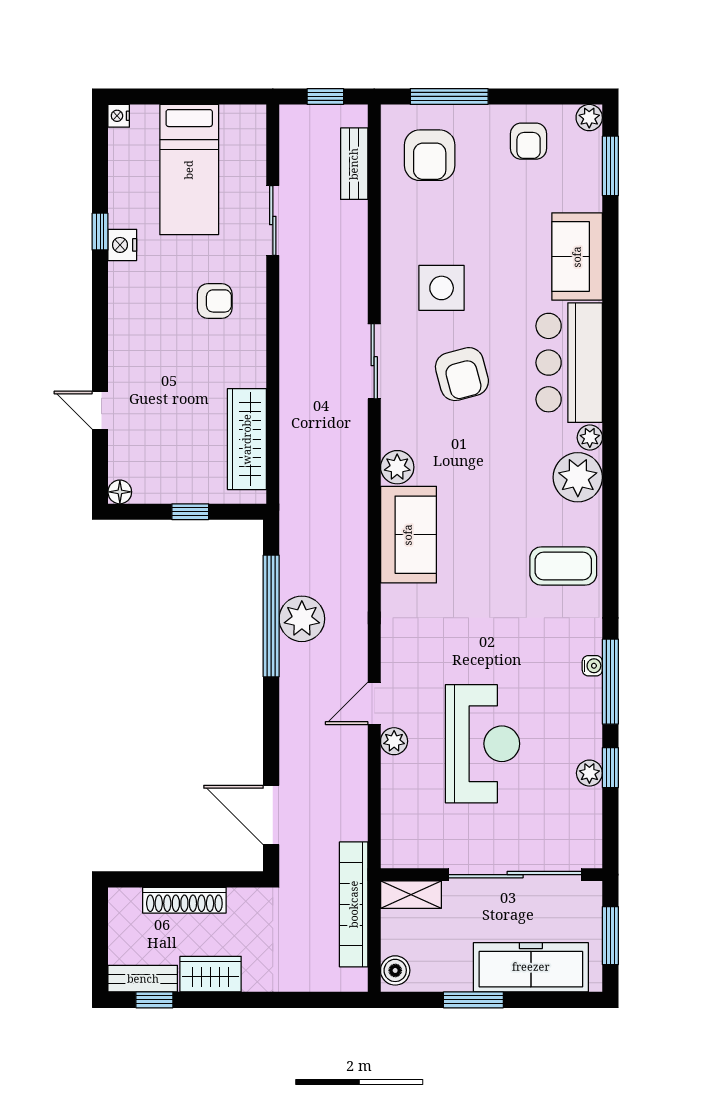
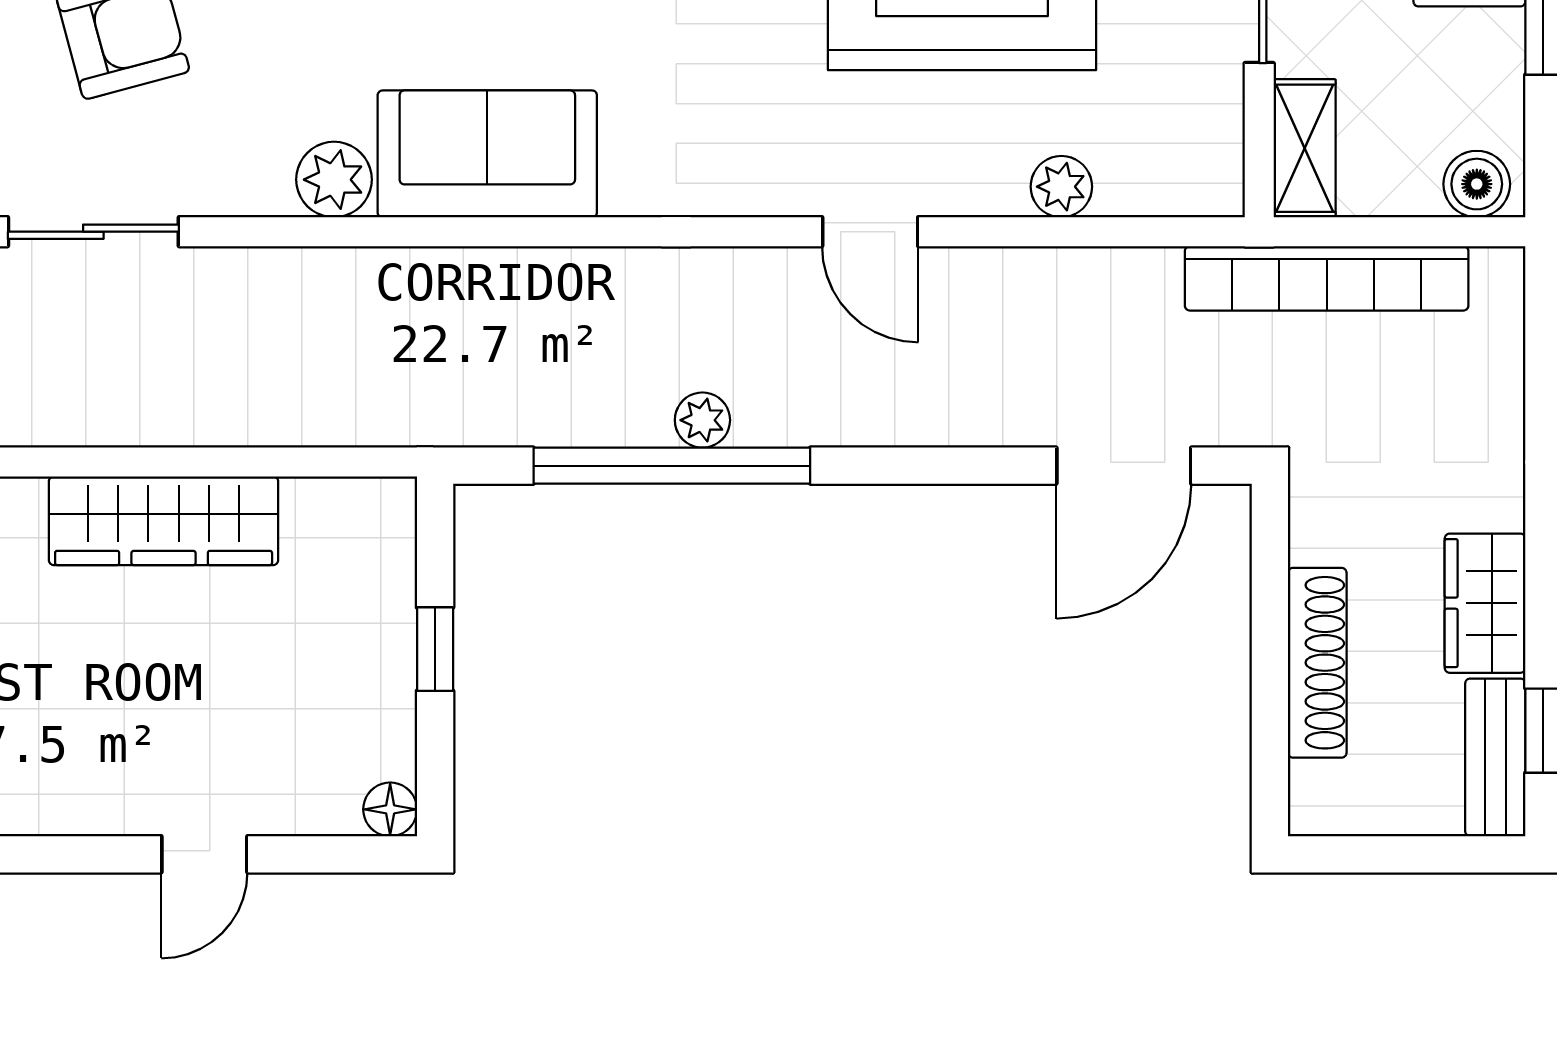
wardrobe: (247, 439) -> (164, 521), moved
plant: (302, 619) -> (702, 420), width x0.53, depth x0.53
plant: (394, 741) -> (1061, 187), moved

